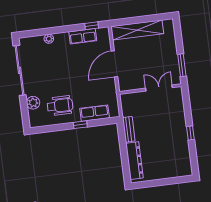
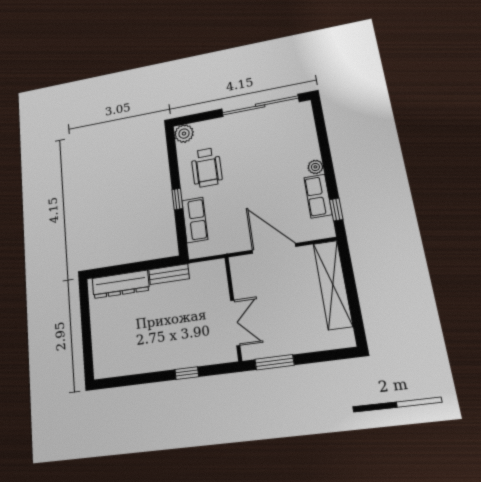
plant: (49, 39) -> (315, 167), moved
plant: (33, 103) -> (184, 134), moved
window: (190, 133) -> (187, 373), moved

